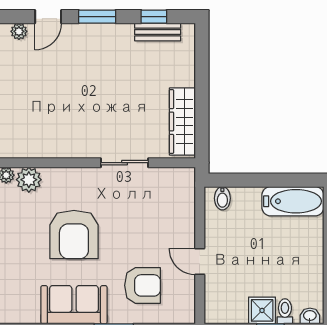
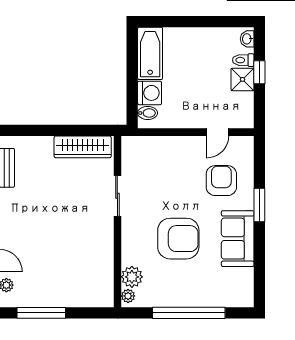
washing machine: (246, 201) -> (150, 93), added
door: (200, 262) -> (218, 132), moved

